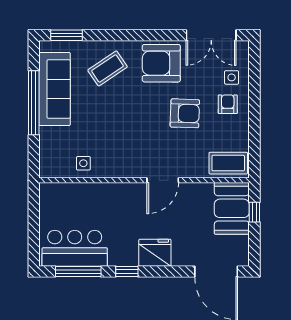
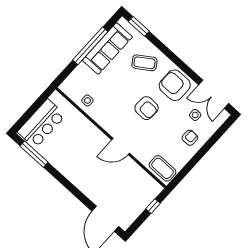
side table: (232, 77) -> (195, 115), moved
armchair: (185, 113) -> (146, 108), moved
booth: (232, 208) -> (143, 193), removed
bar counter: (75, 248) -> (42, 124), moved, turned 90
fridge: (155, 253) -> (83, 180), removed
window: (127, 272) -> (59, 177), removed

